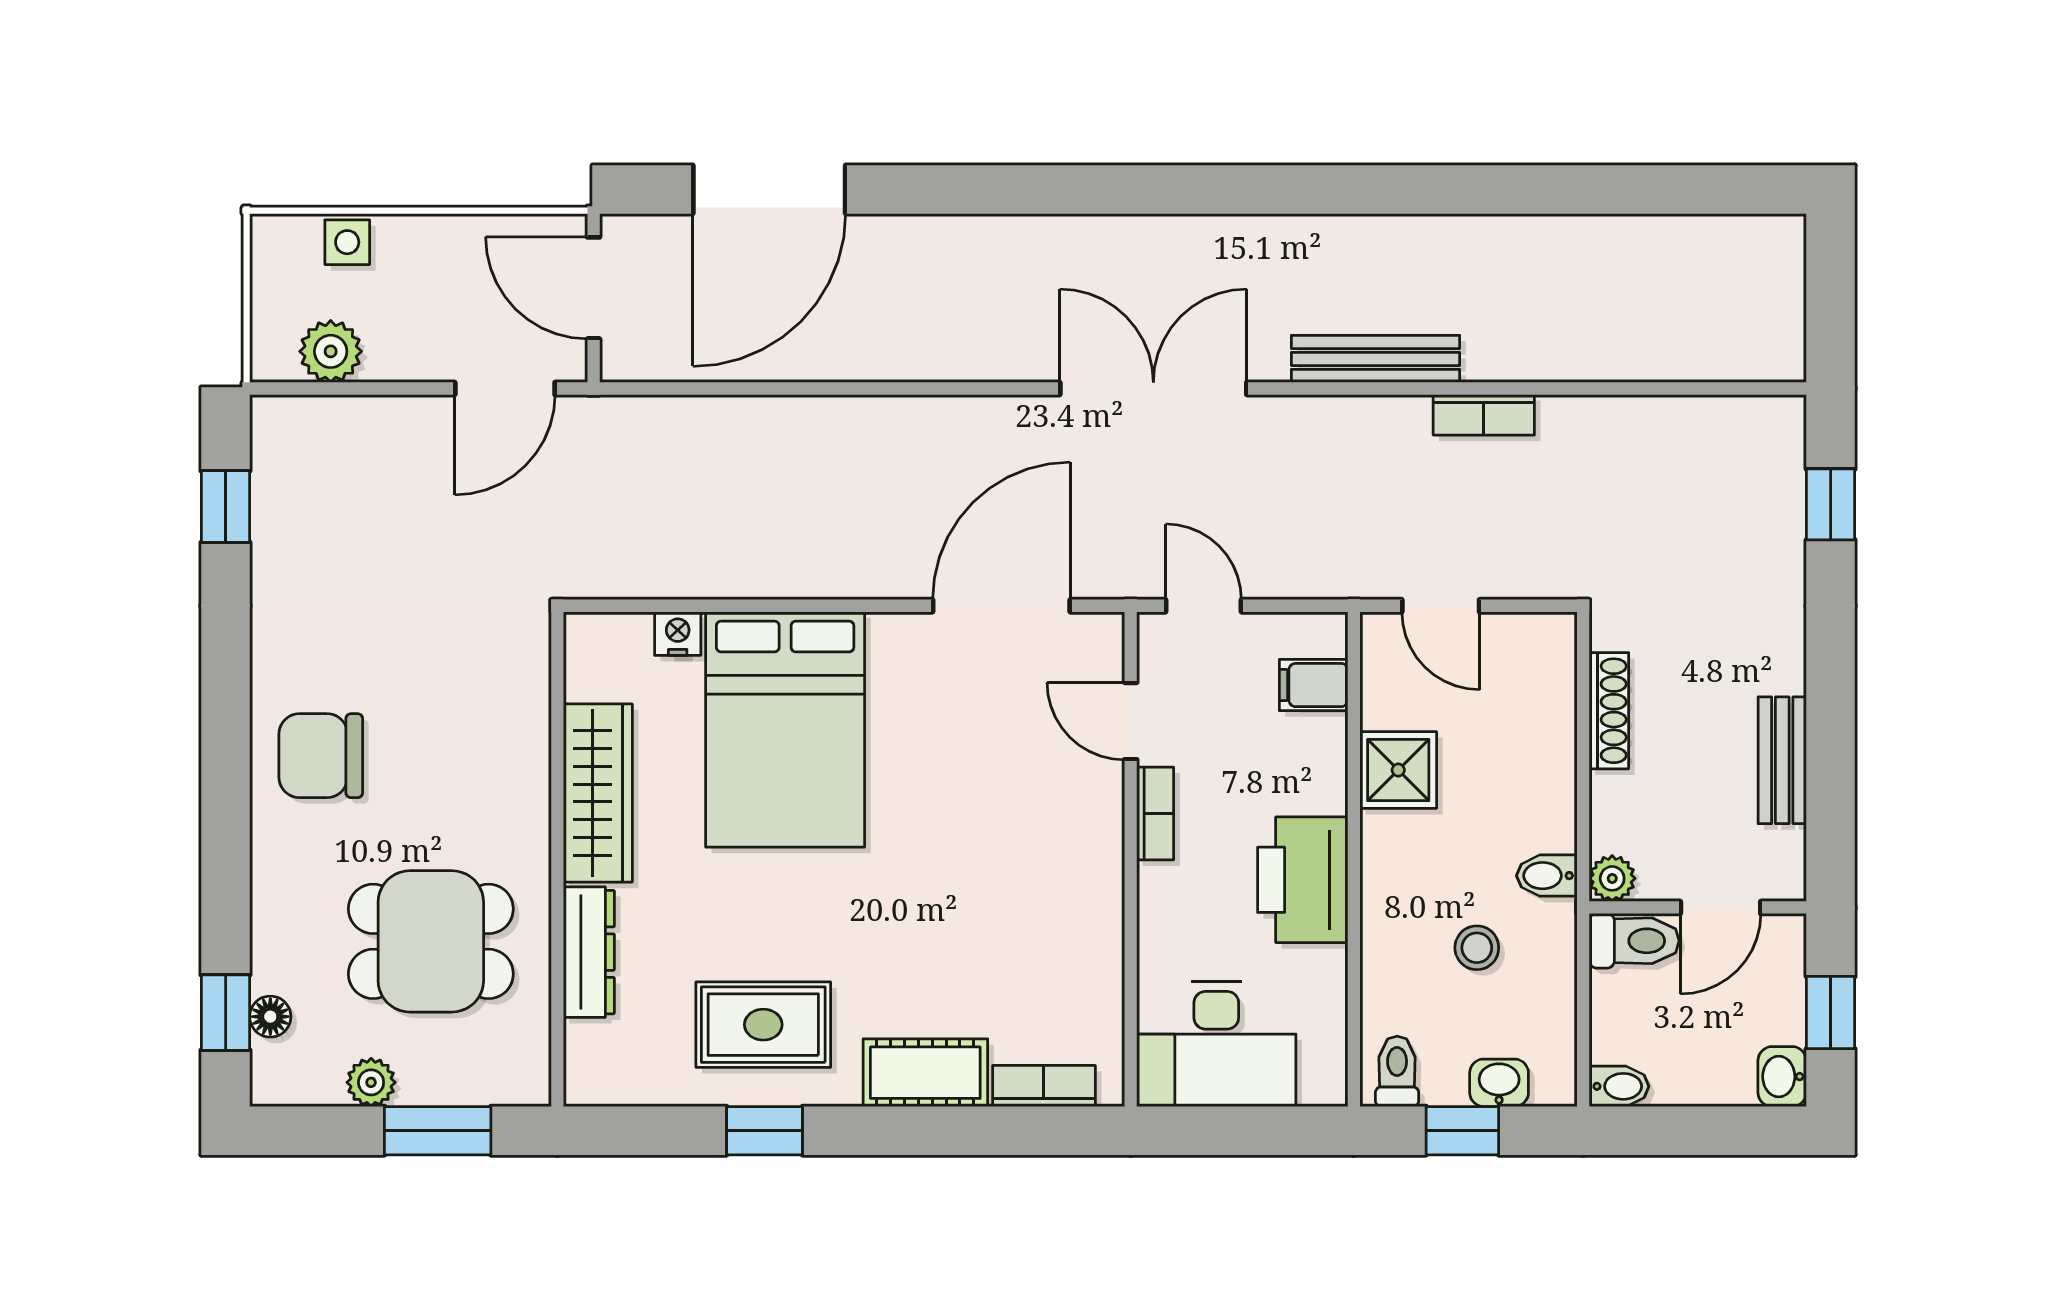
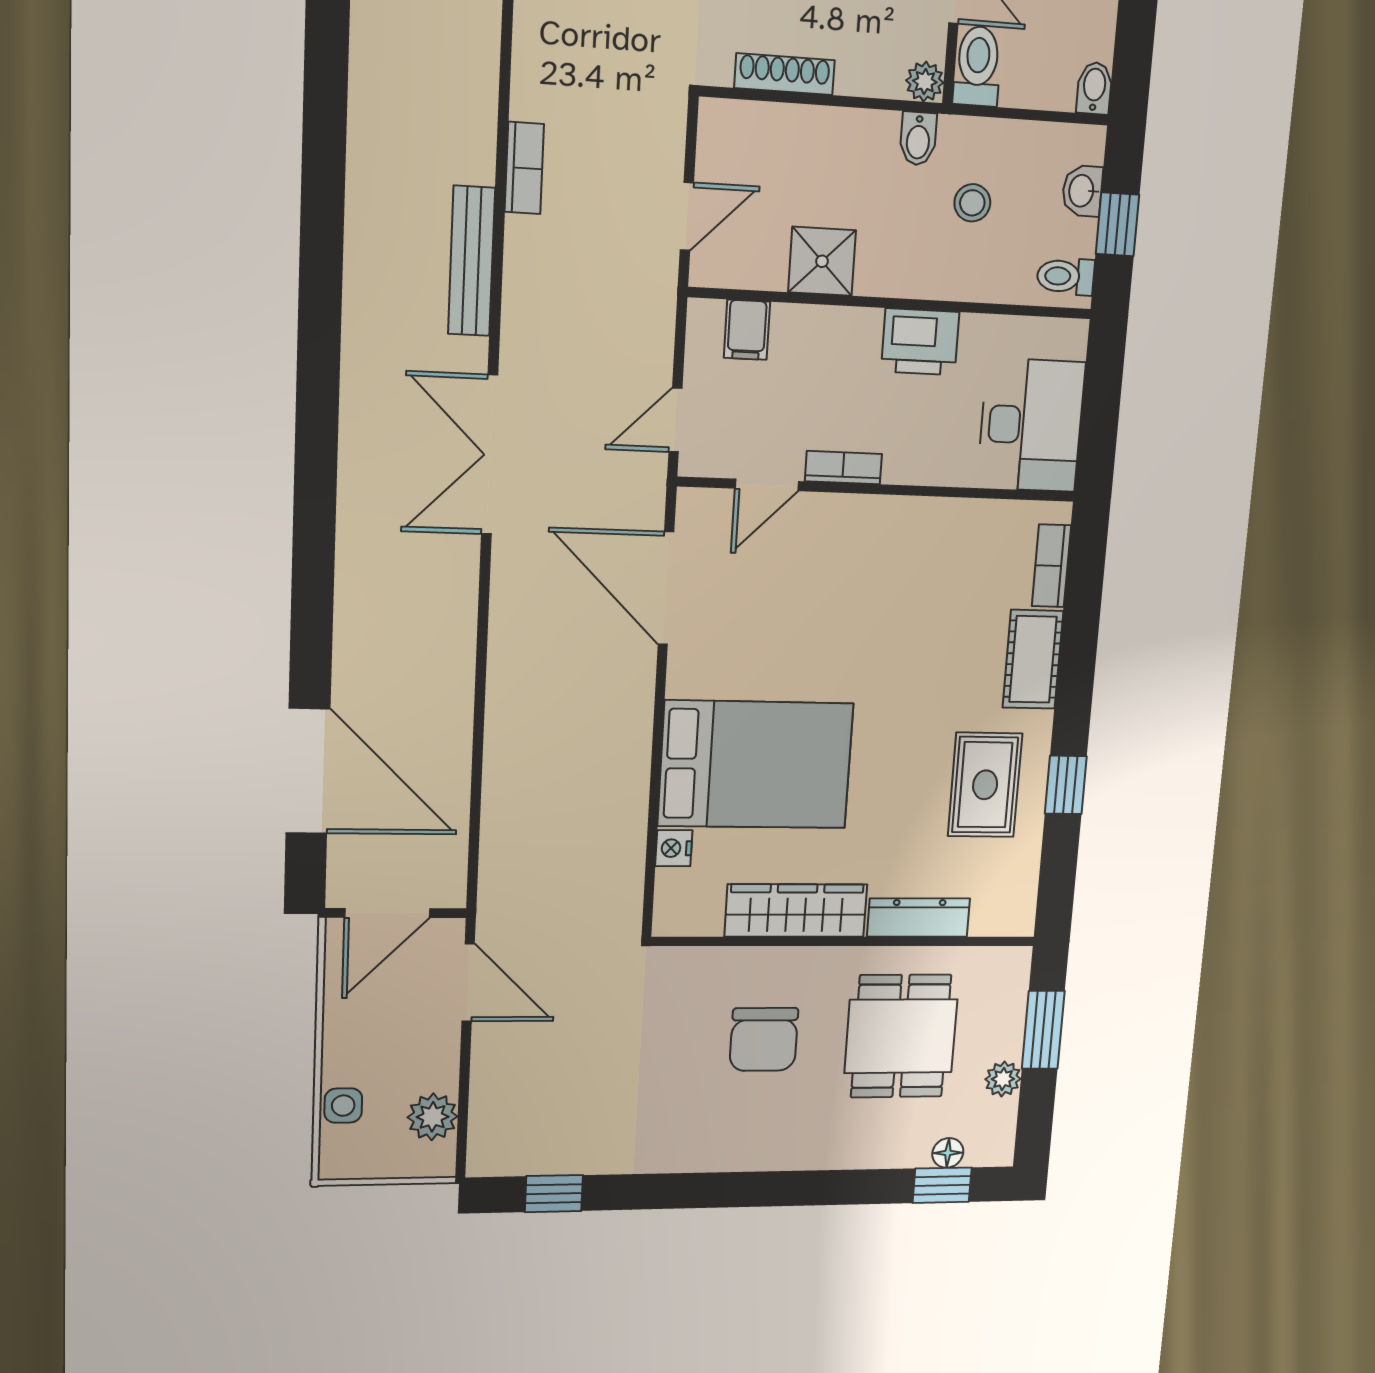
chair: (321, 756) -> (764, 1039), moved
printer: (1303, 880) -> (920, 342), width x0.73, depth x0.84

